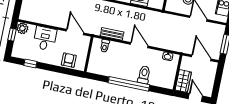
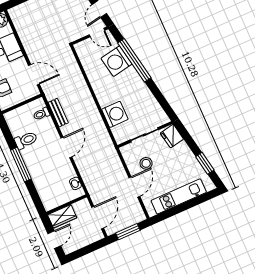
door: (75, 32) -> (34, 75), hinge flipped
toilet: (144, 75) -> (26, 140), moved
window: (129, 84) -> (21, 165), width x0.68

